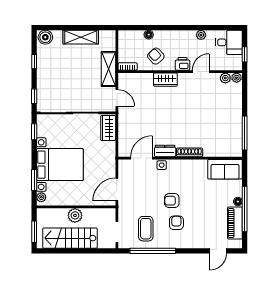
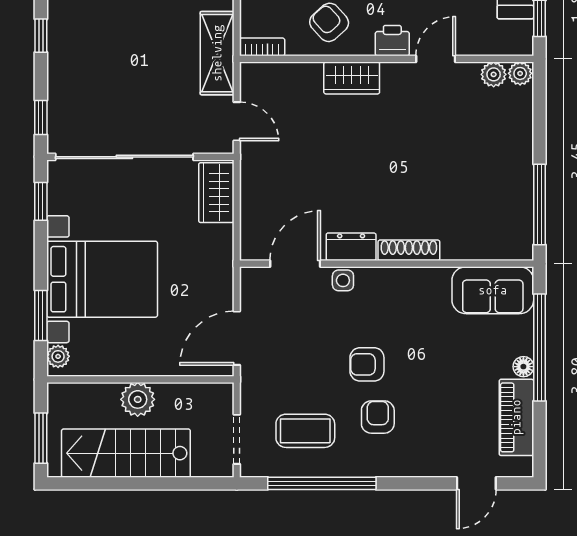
window: (245, 209) -> (539, 348), moved
coffee table: (146, 229) -> (305, 431), turned 90

